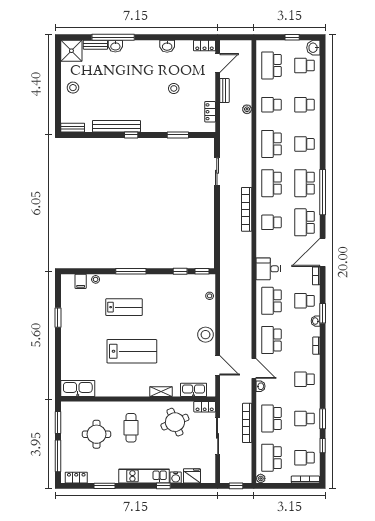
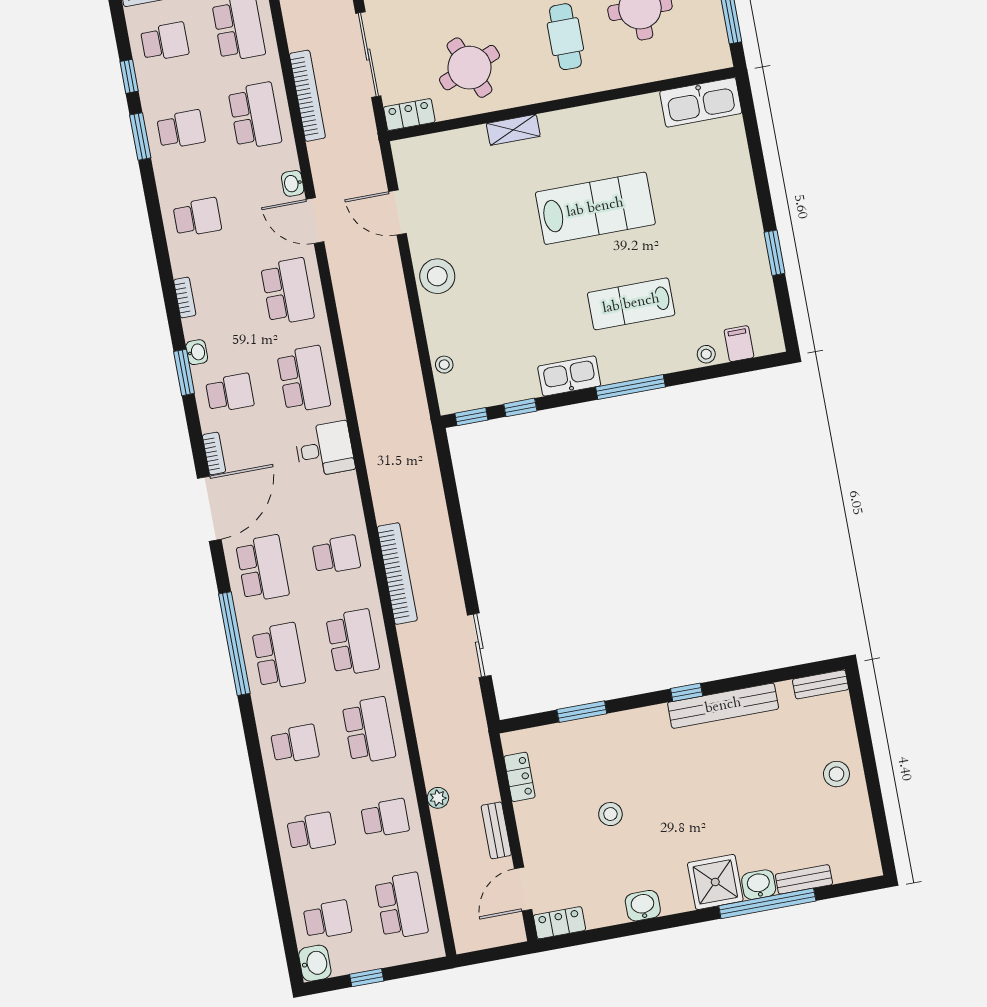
shower: (71, 51) -> (715, 882), moved
lab bench: (132, 351) -> (595, 208), turned 180
kitchen sink: (194, 390) -> (569, 376), moved, turned 180

